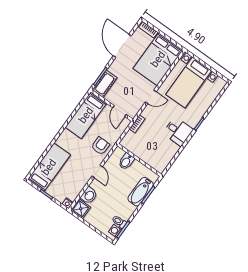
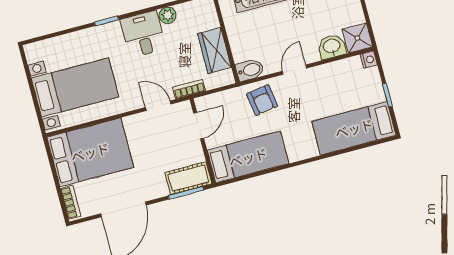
door: (151, 97) -> (158, 106), moved
armchair: (100, 146) -> (262, 100), turned -99
plant: (174, 149) -> (168, 15), added
wardrobe: (140, 150) -> (215, 51), added
bidet: (126, 161) -> (250, 70), moved

